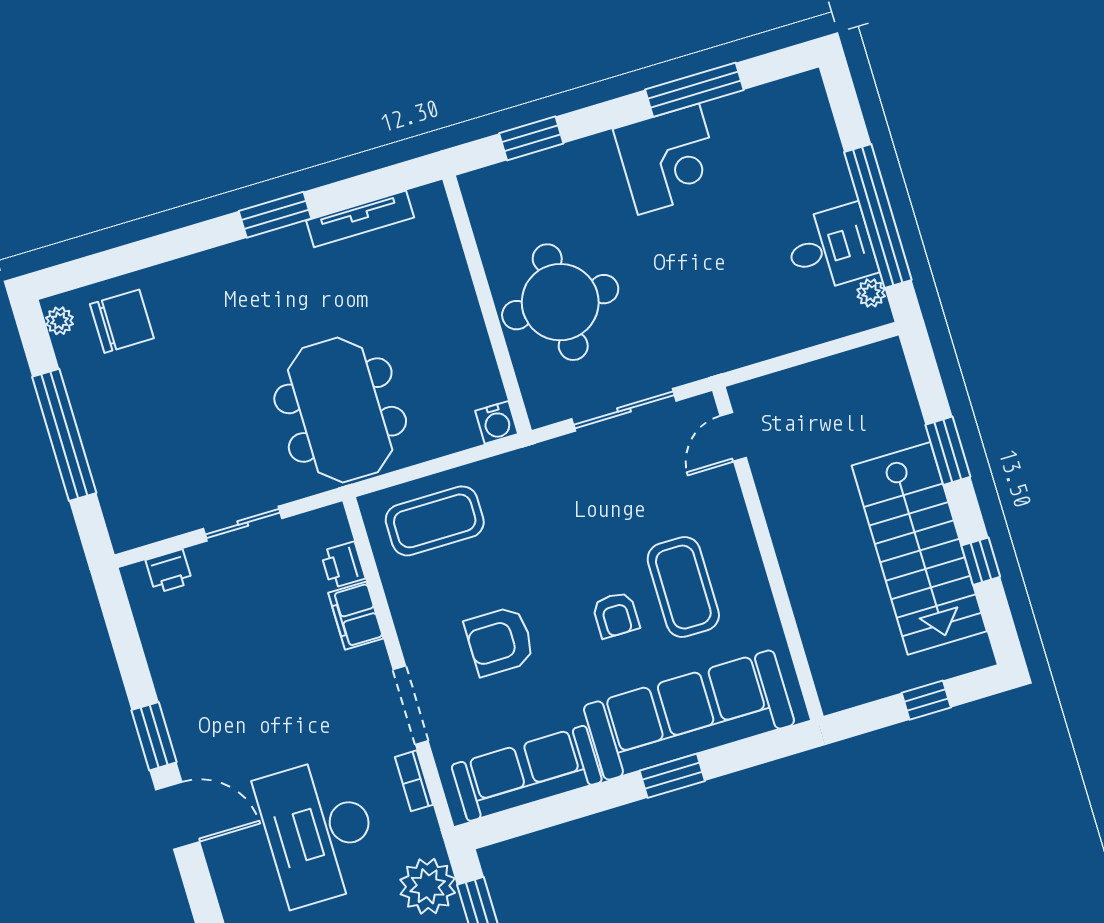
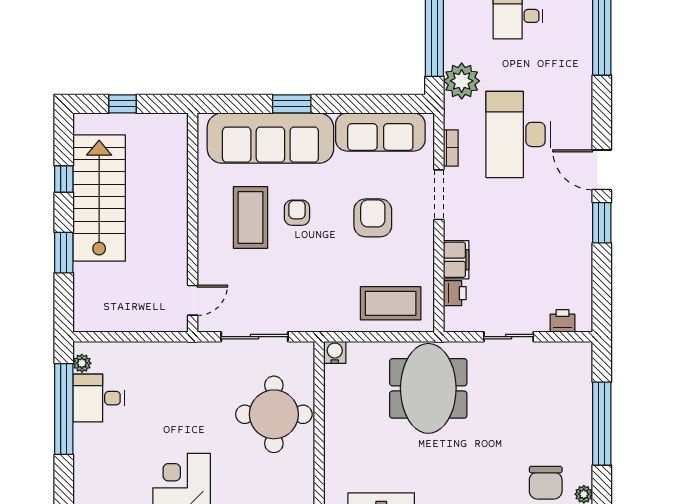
chair: (122, 321) -> (546, 483), turned -90
armchair: (500, 641) -> (373, 218), turned -90
desk: (319, 831) -> (518, 134), turned 180

